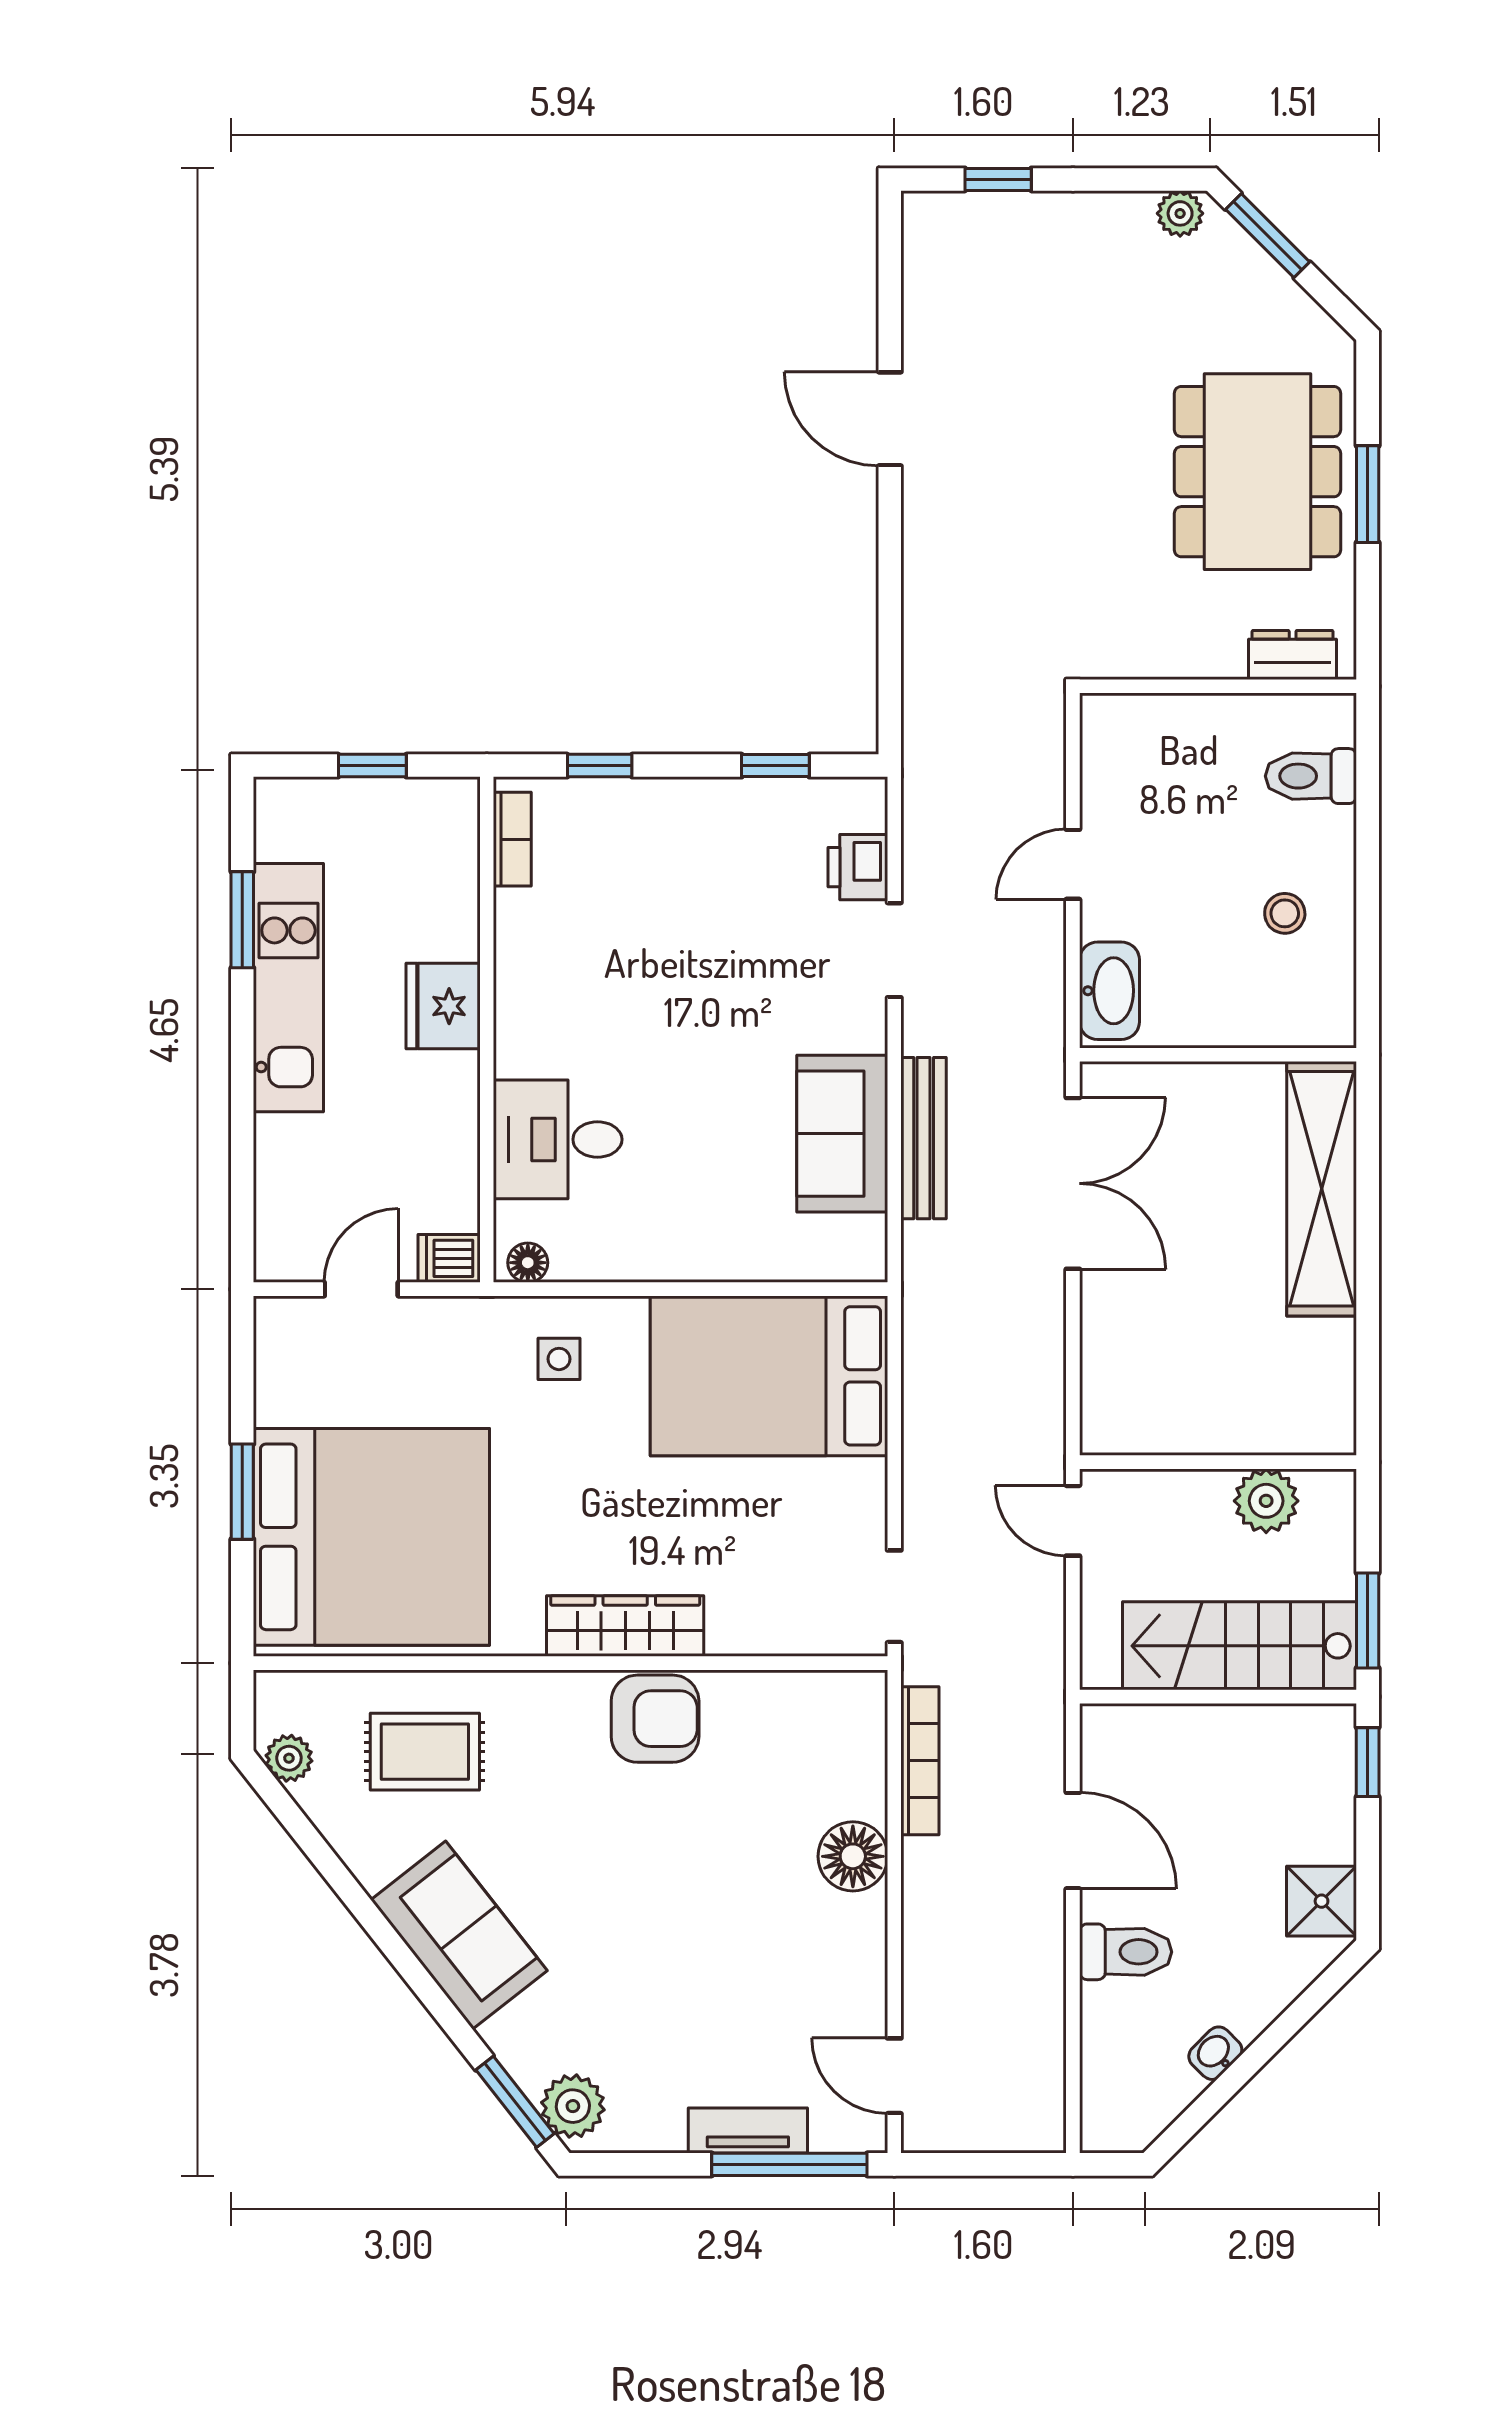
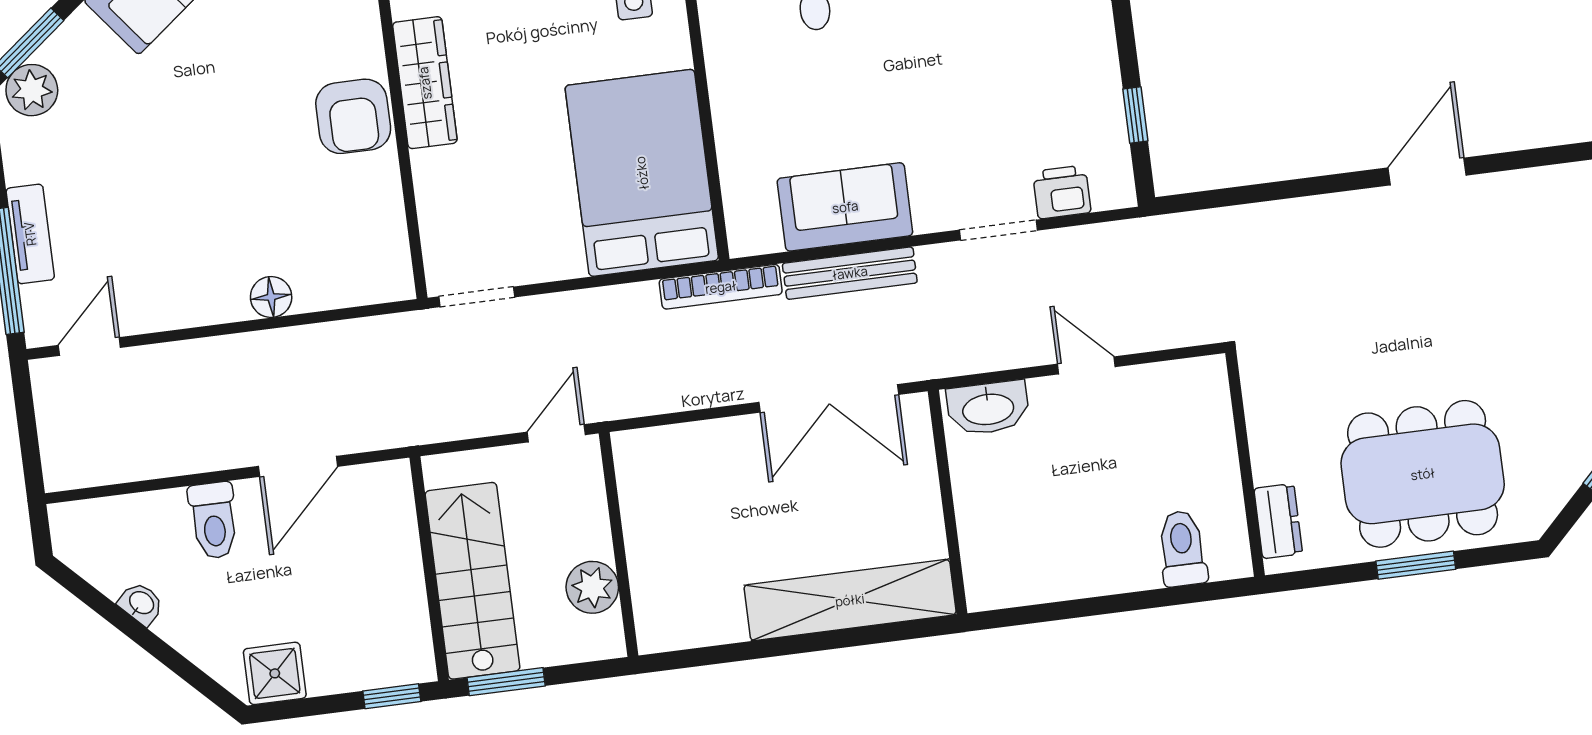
stool: (1285, 913) -> (1069, 542), removed
bookcase: (920, 1761) -> (721, 287), moved
floor lamp: (853, 1856) -> (271, 297), width x0.73, depth x0.73

